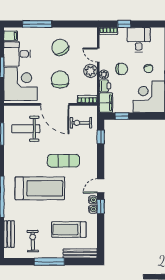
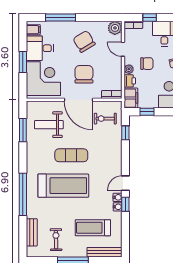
plant: (90, 71) -> (115, 28), moved
exercise mat: (63, 161) -> (71, 155), moved

